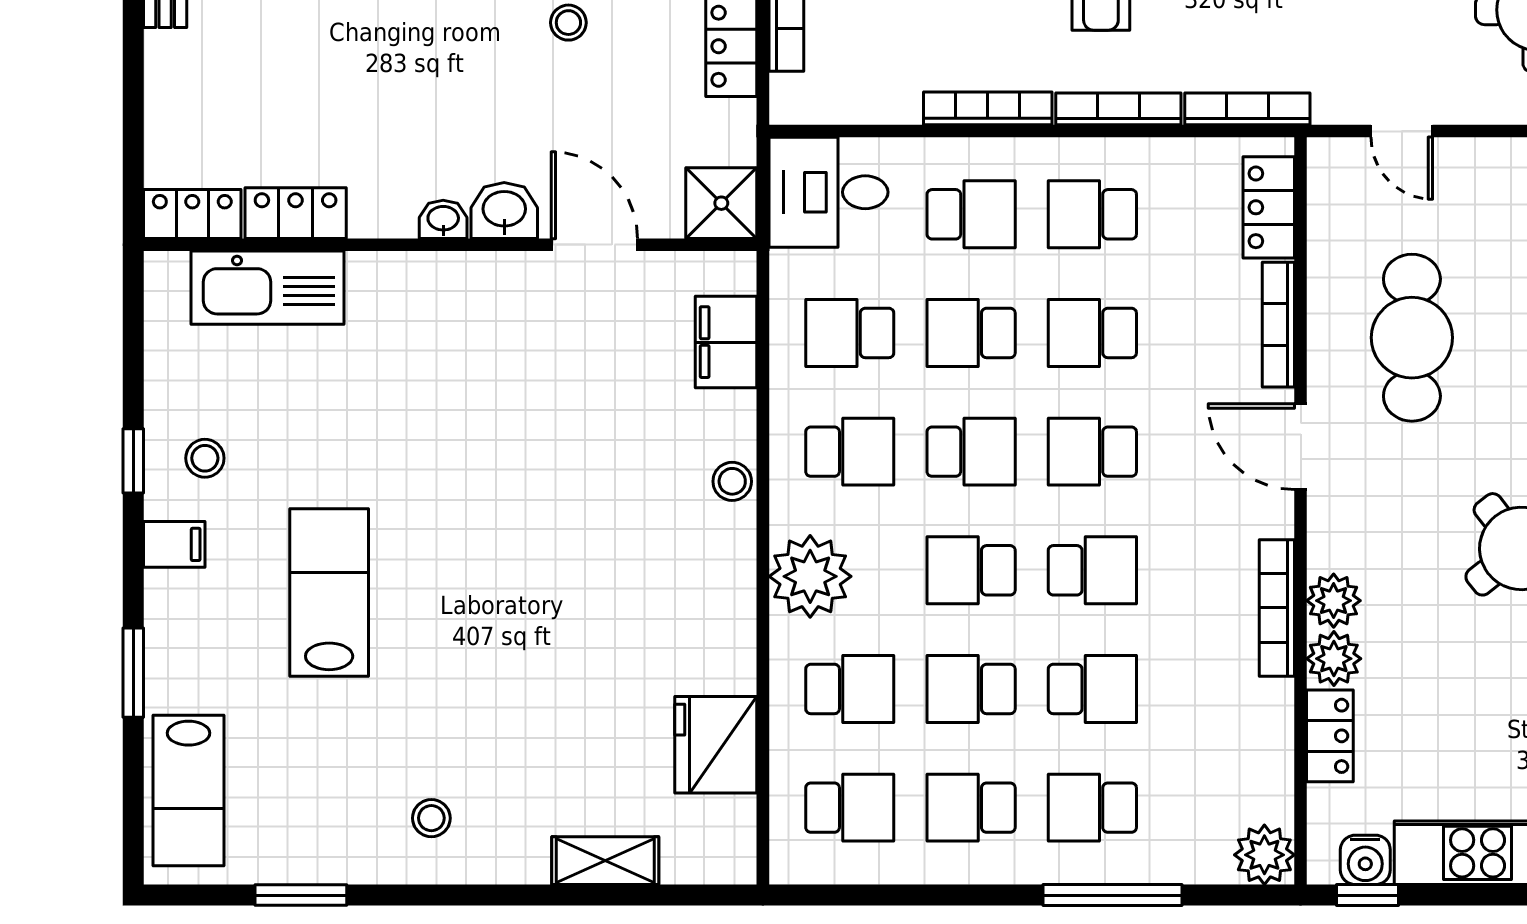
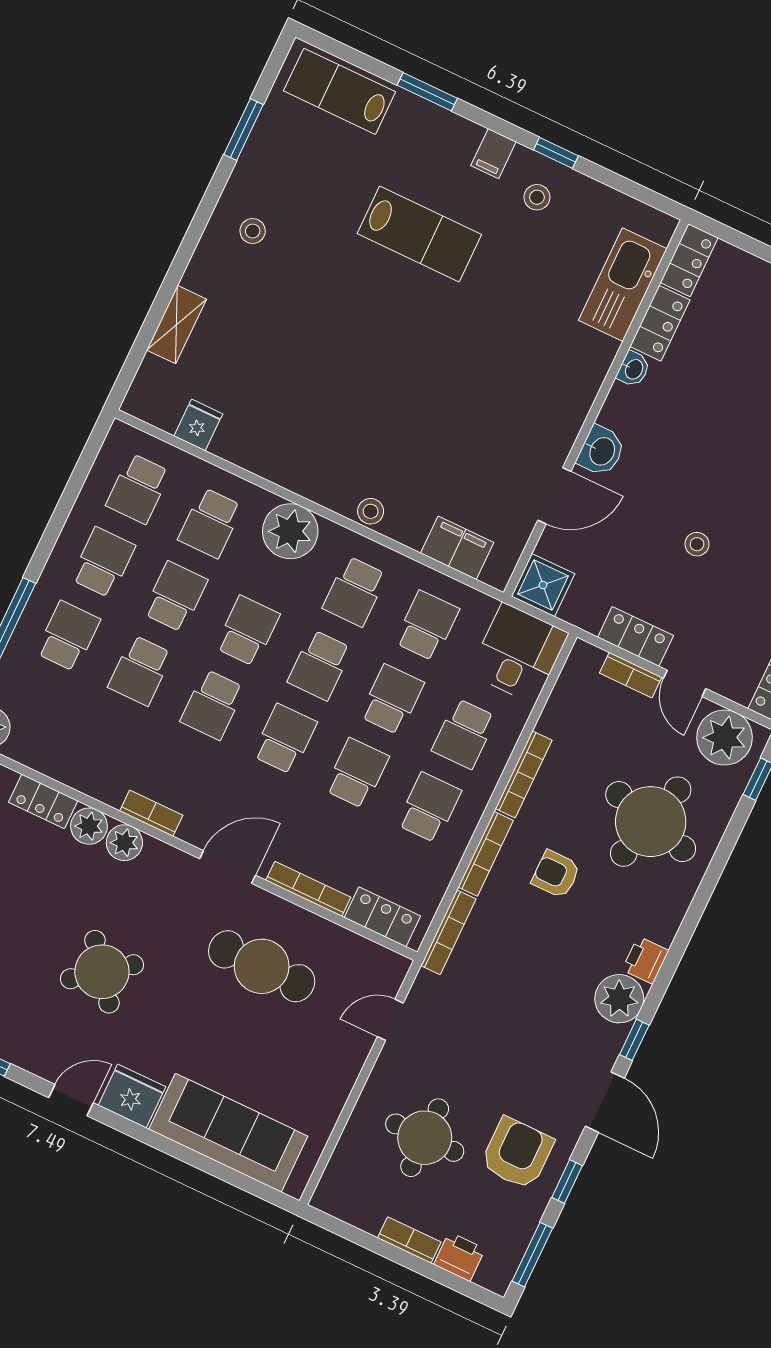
washbasin: (443, 219) -> (633, 369), moved
bookcase: (1277, 608) -> (151, 813), width x0.64
fridge: (716, 745) -> (198, 425), width x0.53, depth x0.75

